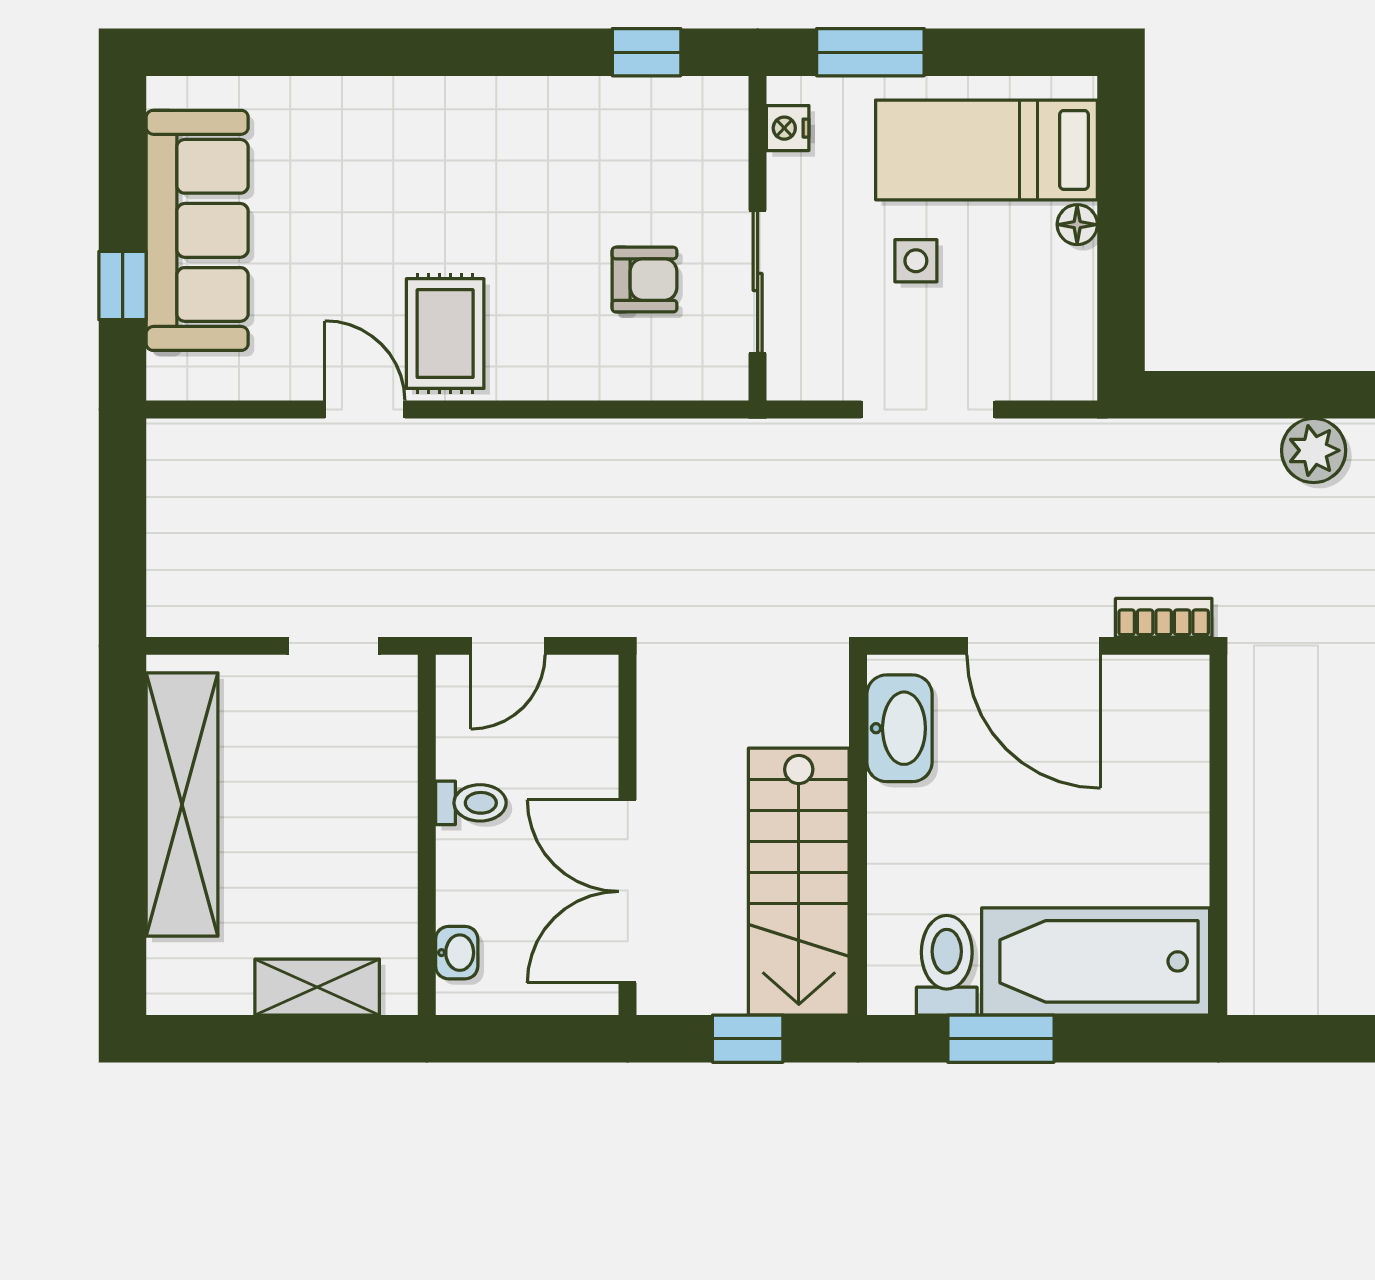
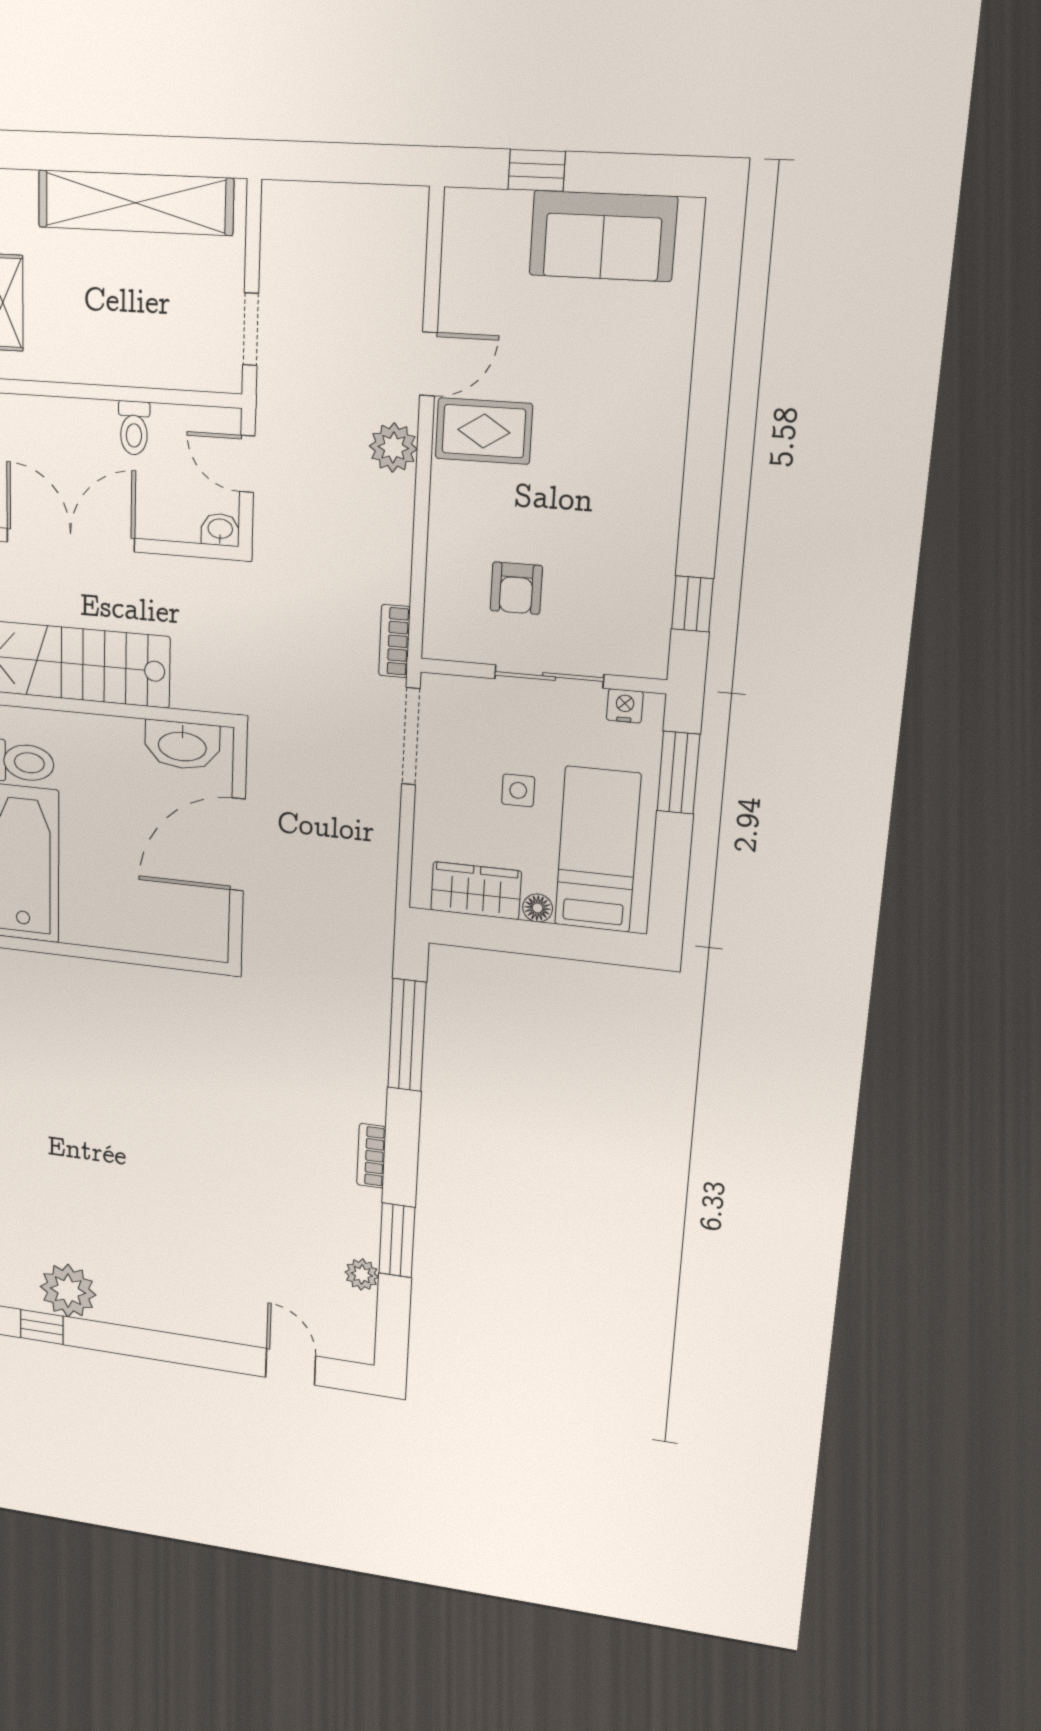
sofa: (197, 230) -> (603, 236), width x0.73
sliding door: (758, 282) -> (549, 676), moved
wardrobe: (1062, 310) -> (476, 891), added
window: (1284, 395) -> (407, 1035), added
doorway: (928, 410) -> (411, 736), moved
plant: (1314, 450) -> (393, 447), moved
bookcase: (1164, 618) -> (394, 641), moved, turned 180
washbasin: (457, 953) -> (220, 530), moved, turned 180

